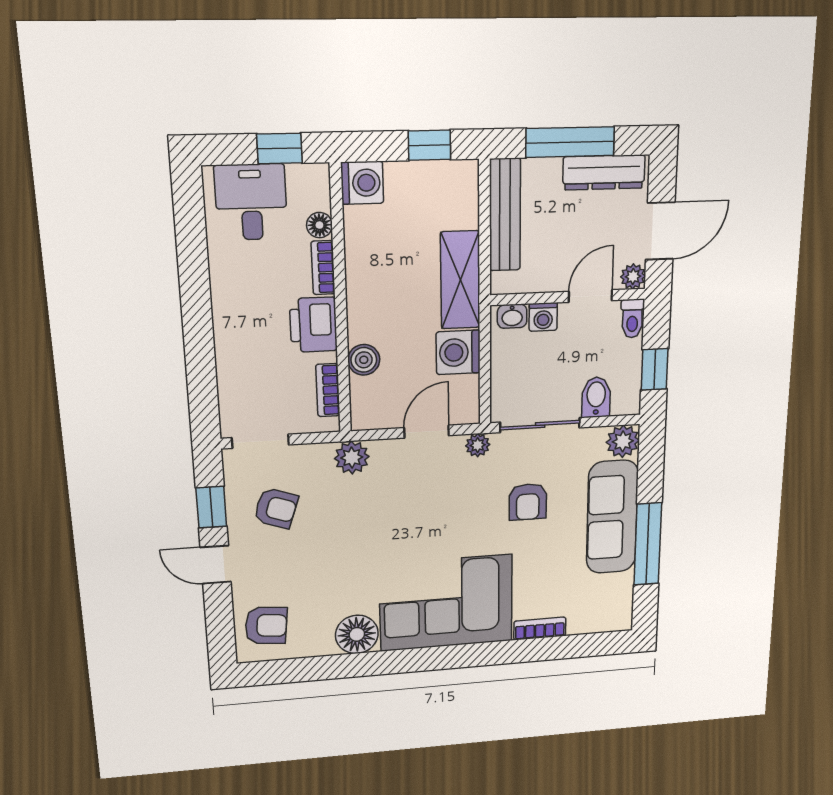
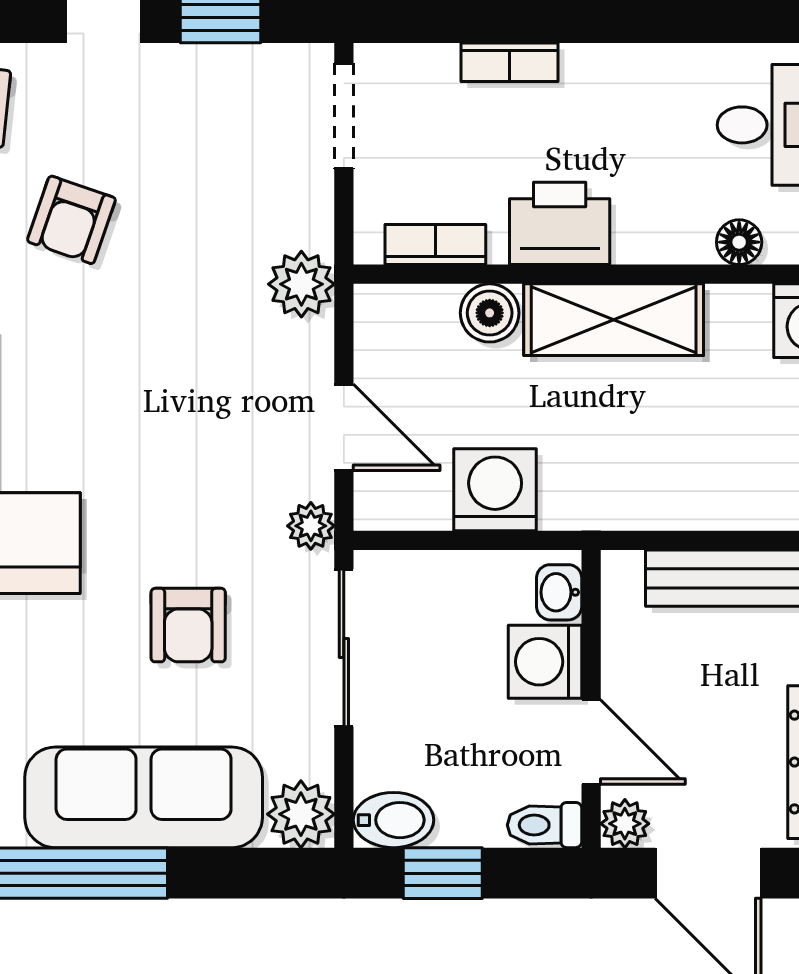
bookcase: (323, 268) -> (510, 62), moved, turned 180
shelving: (460, 280) -> (614, 320), moved
washing machine: (543, 317) -> (545, 662), width x1.38, depth x1.38
bidet: (596, 397) -> (394, 820), moved
armchair: (528, 502) -> (188, 625), turned -90
armchair: (276, 508) -> (71, 220), moved

